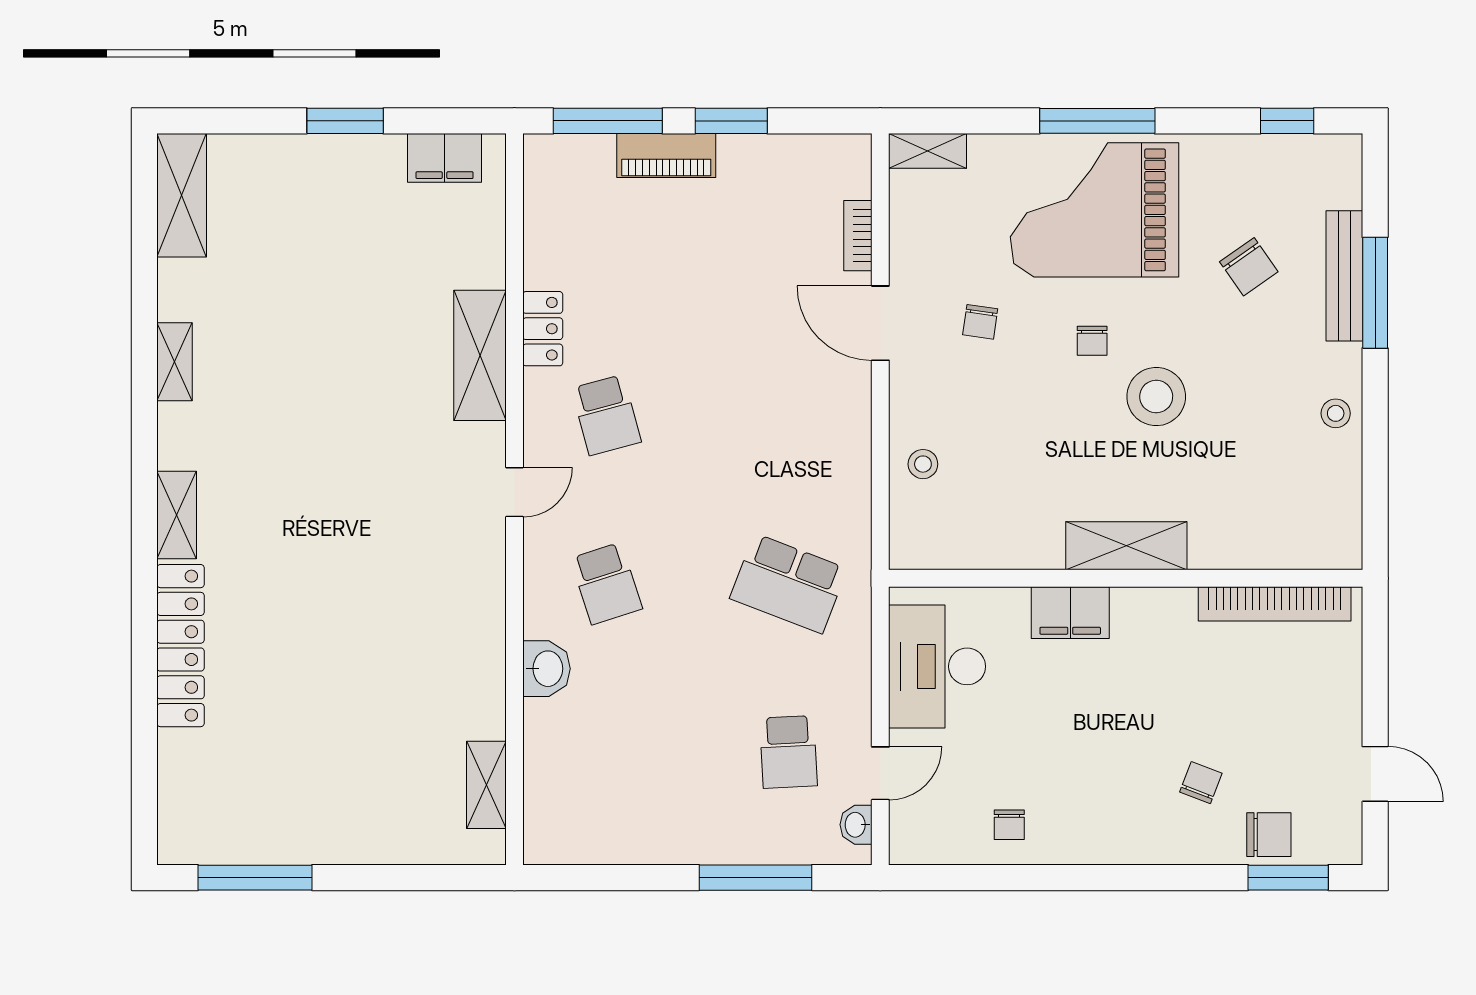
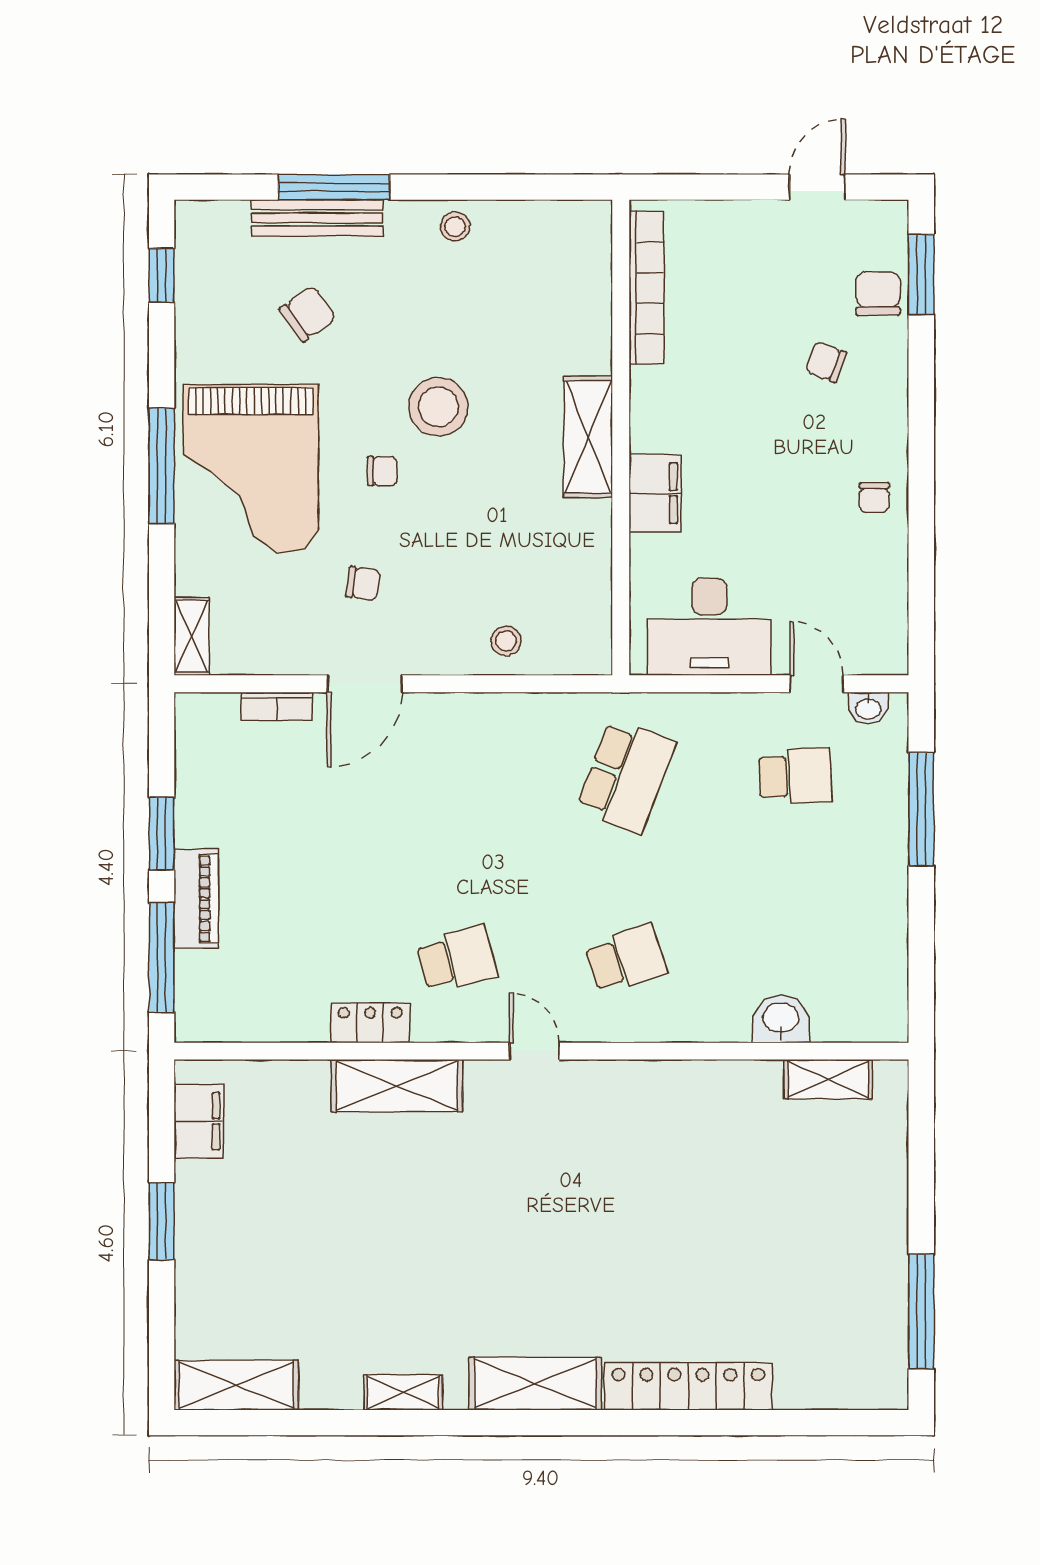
shelving: (177, 515) -> (535, 1384), width x1.50, depth x1.33
washbasin: (546, 669) -> (781, 1019), moved
chair: (1009, 825) -> (874, 497), moved, turned 90

